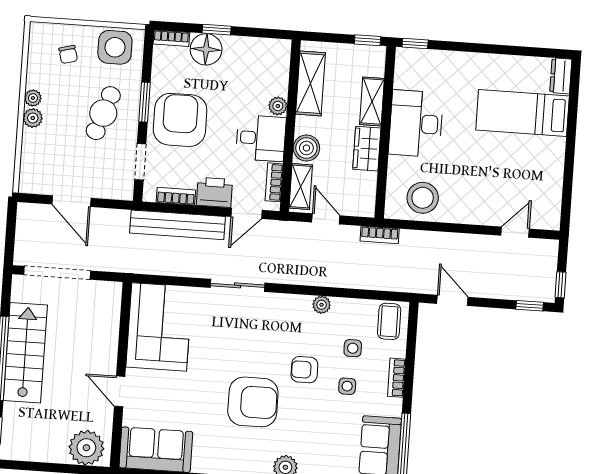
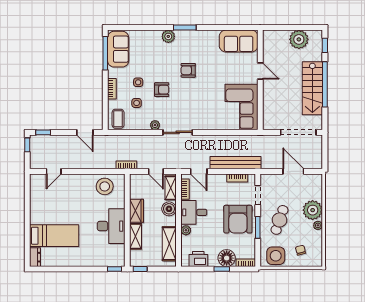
plant: (33, 118) -> (313, 210), width x1.88, depth x1.88
printer: (214, 192) -> (198, 259), moved, turned 180
door: (246, 213) -> (199, 171), swing flipped
sliding door: (238, 285) -> (178, 132), moved
armchair: (253, 402) -> (188, 70), width x0.53, depth x0.53
plant: (86, 448) -> (299, 39), moved

